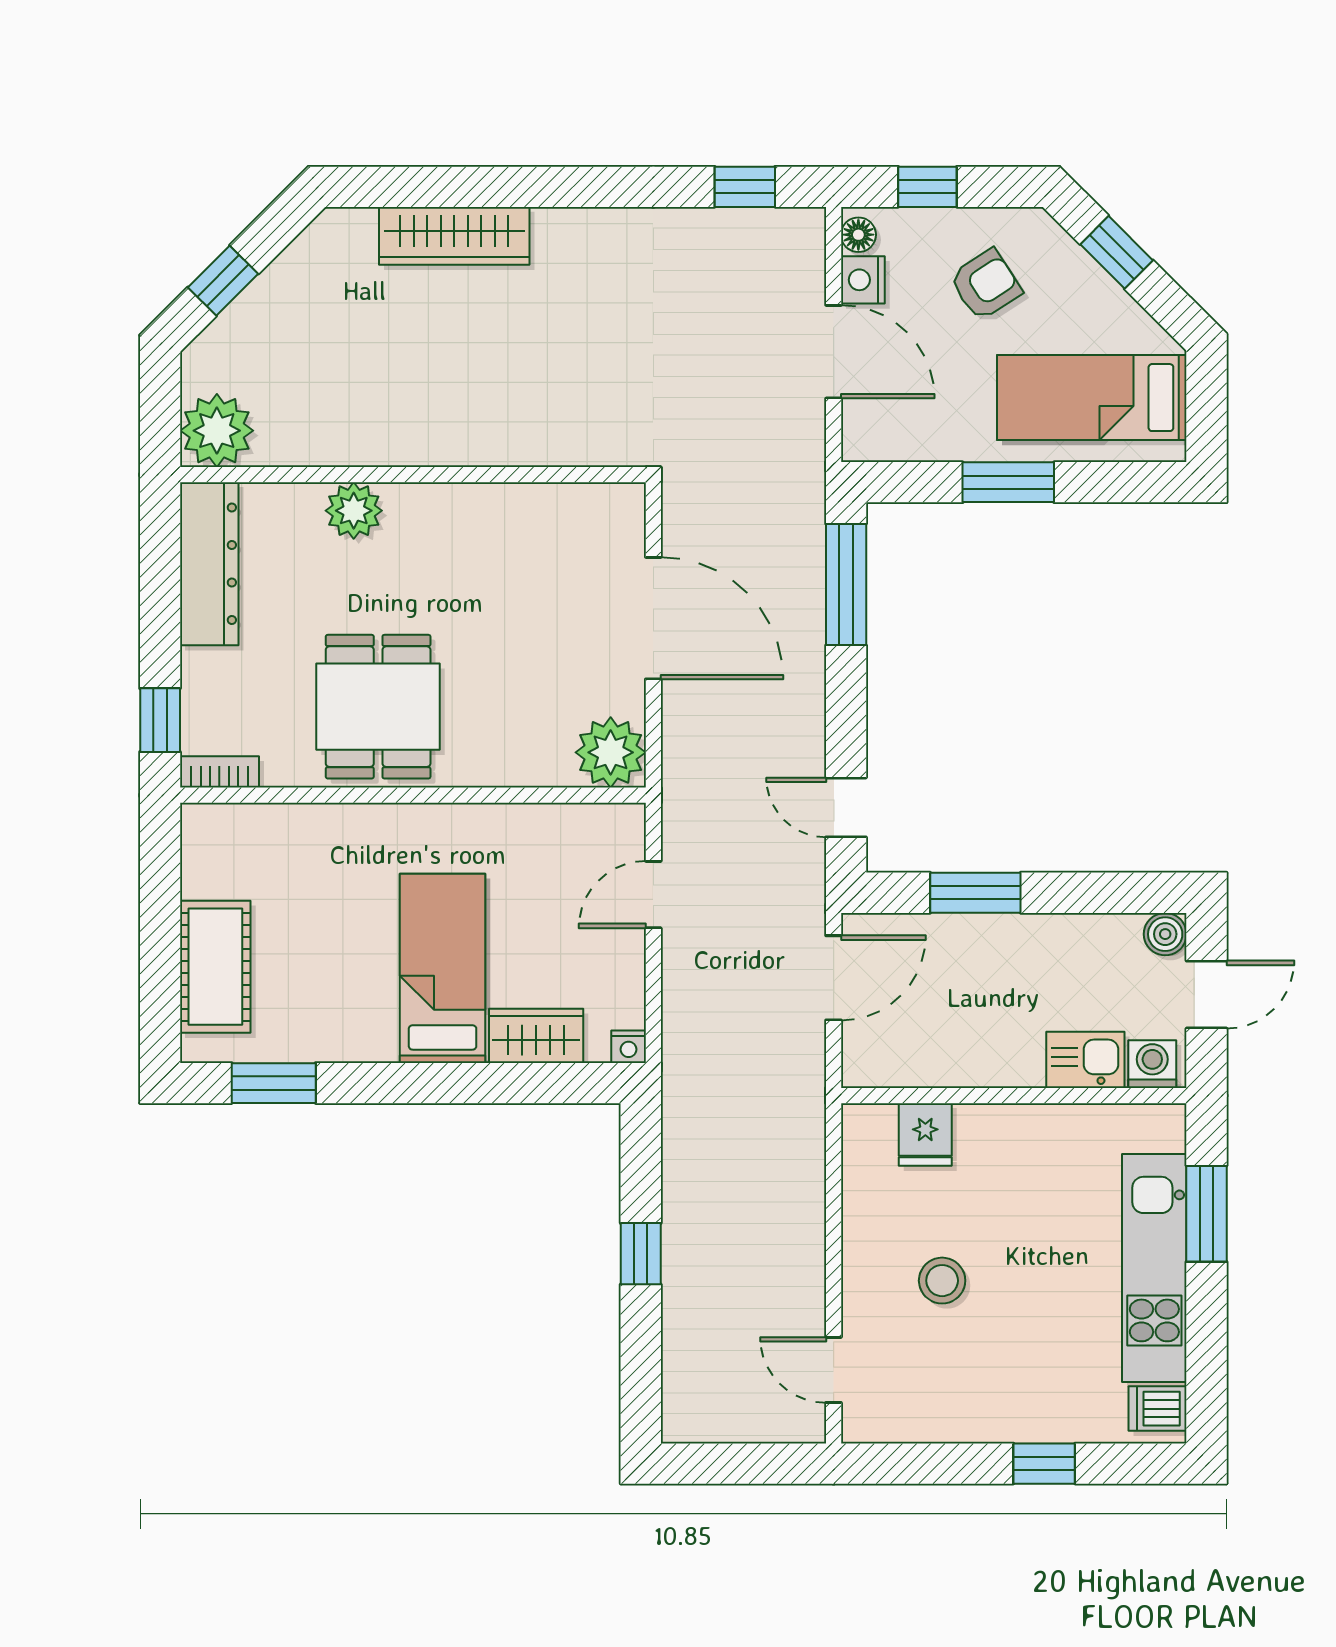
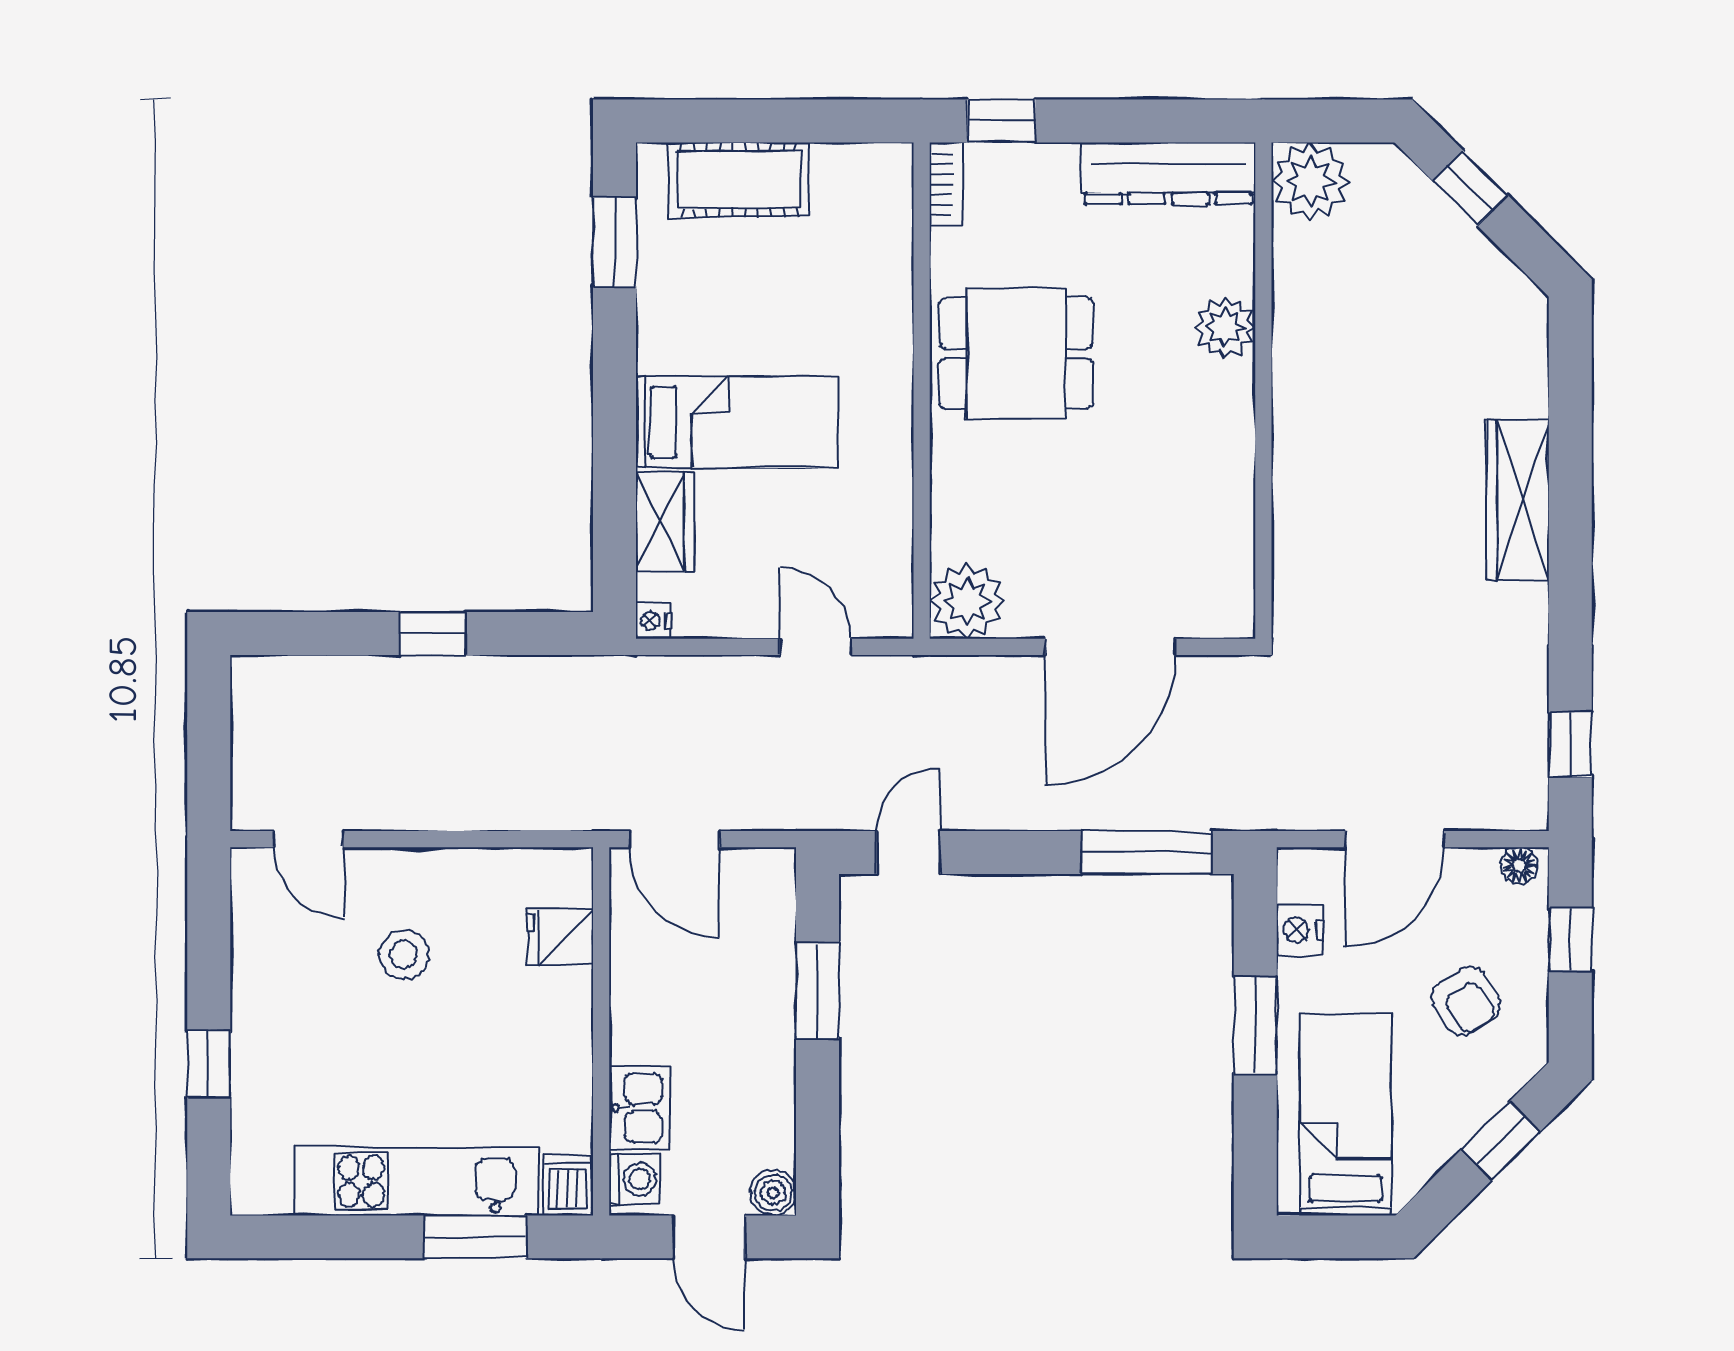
wardrobe: (454, 236) -> (1518, 500), moved
nightstand: (863, 280) -> (1300, 930), moved, turned -90
door: (834, 978) -> (674, 839), moved
door: (834, 1370) -> (309, 839), swing flipped
dishwasher: (1158, 1409) -> (567, 1185), moved

